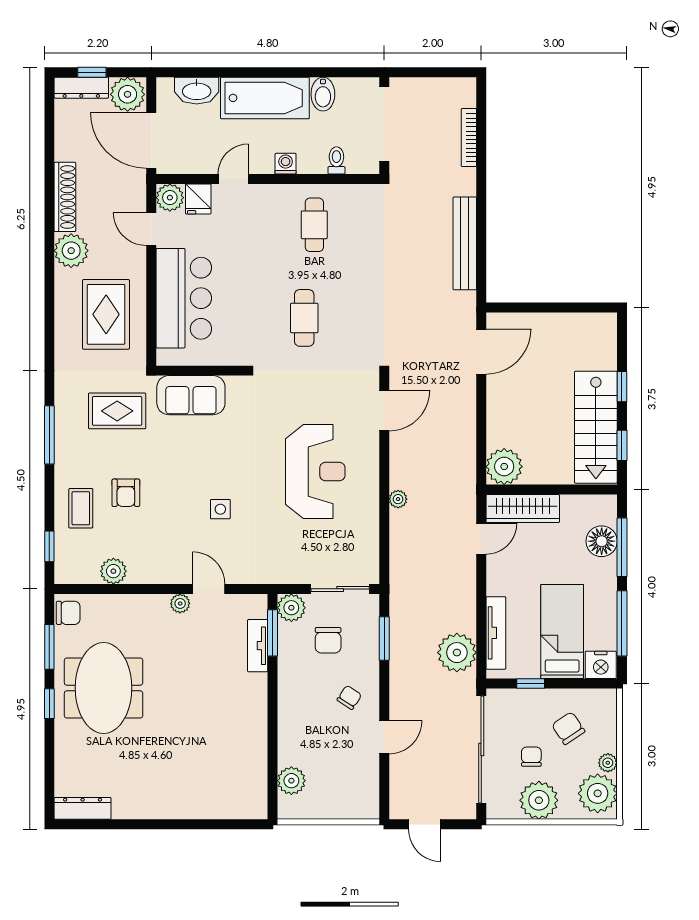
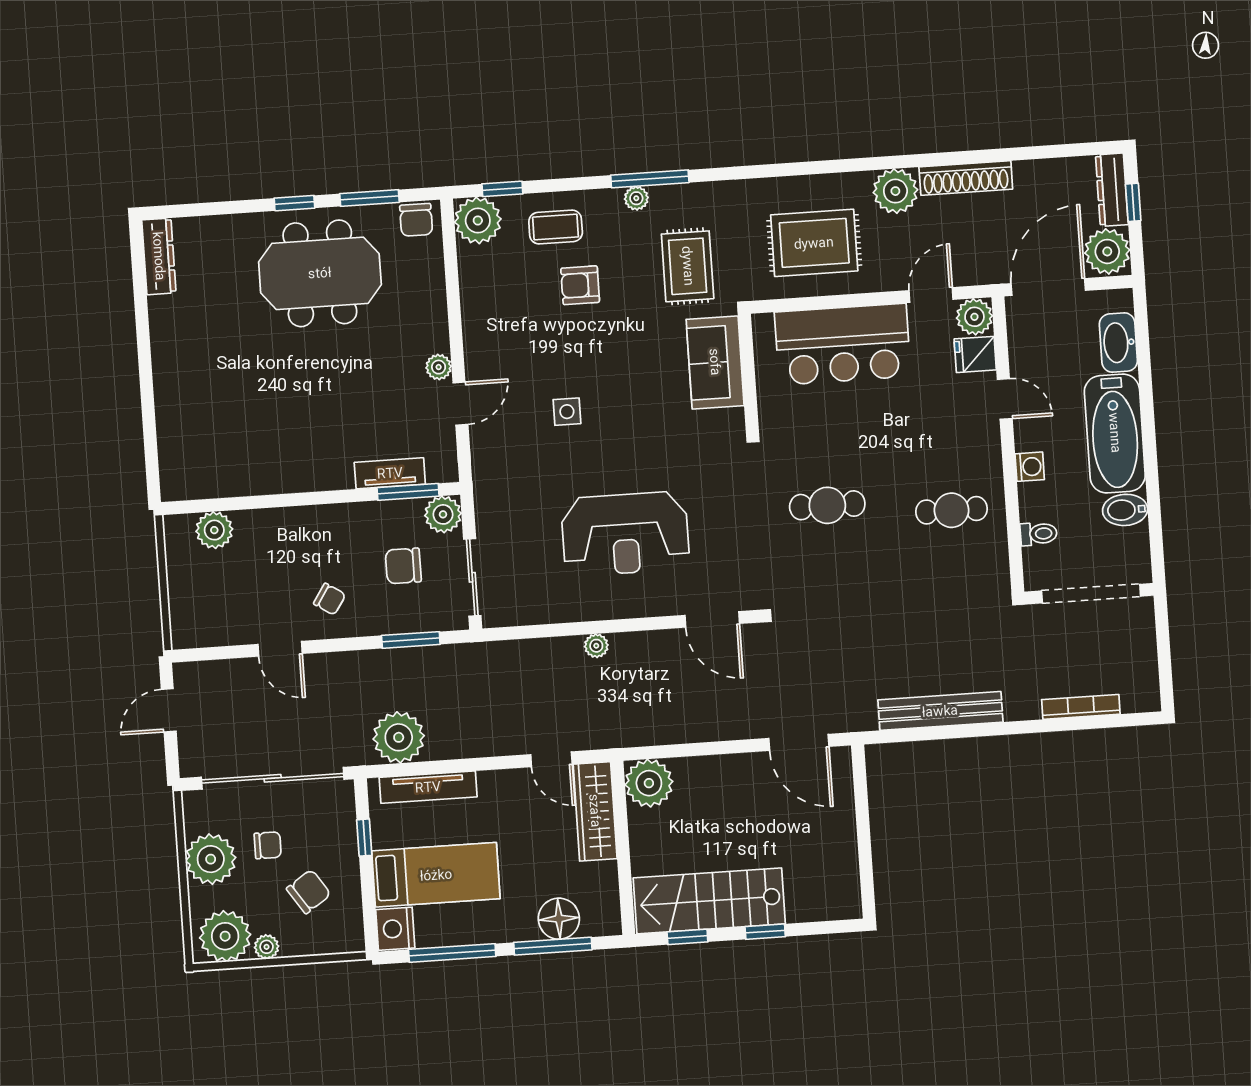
plant: (63, 446) -> (636, 198), added
plant: (113, 571) -> (478, 220), moved, width x1.36, depth x1.36

